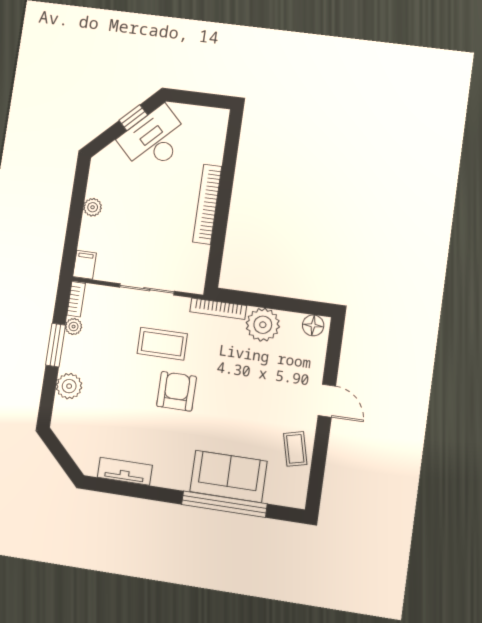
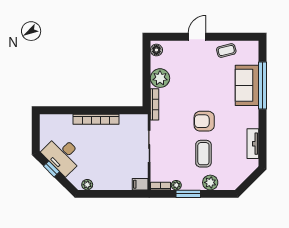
plant: (93, 207) -> (87, 185), moved
coffee table: (162, 344) -> (203, 154), moved

